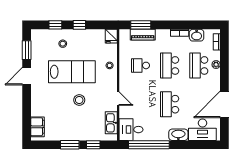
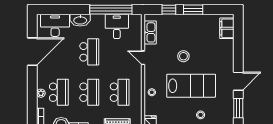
school desk: (140, 65) -> (120, 92), width x1.85
lab bench: (72, 72) -> (191, 86), turned 180
desk: (131, 130) -> (117, 26), moved, turned -90

